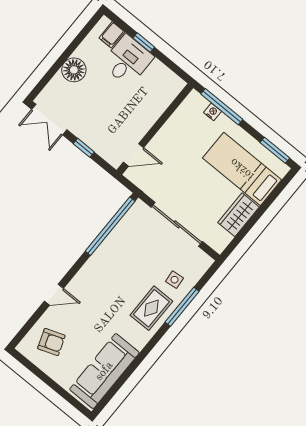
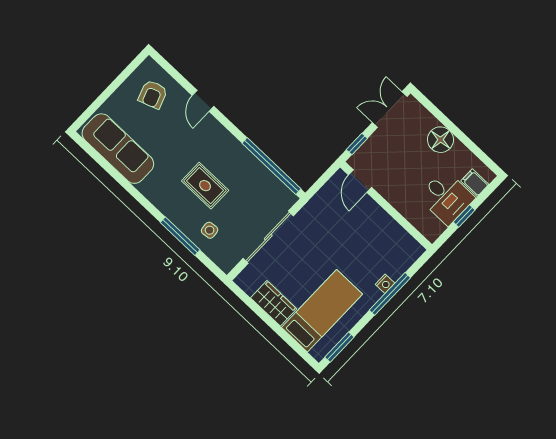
wall: (155, 129) -> (386, 206), moved
door: (134, 155) -> (360, 181), moved
rug: (151, 308) -> (205, 186), moved

